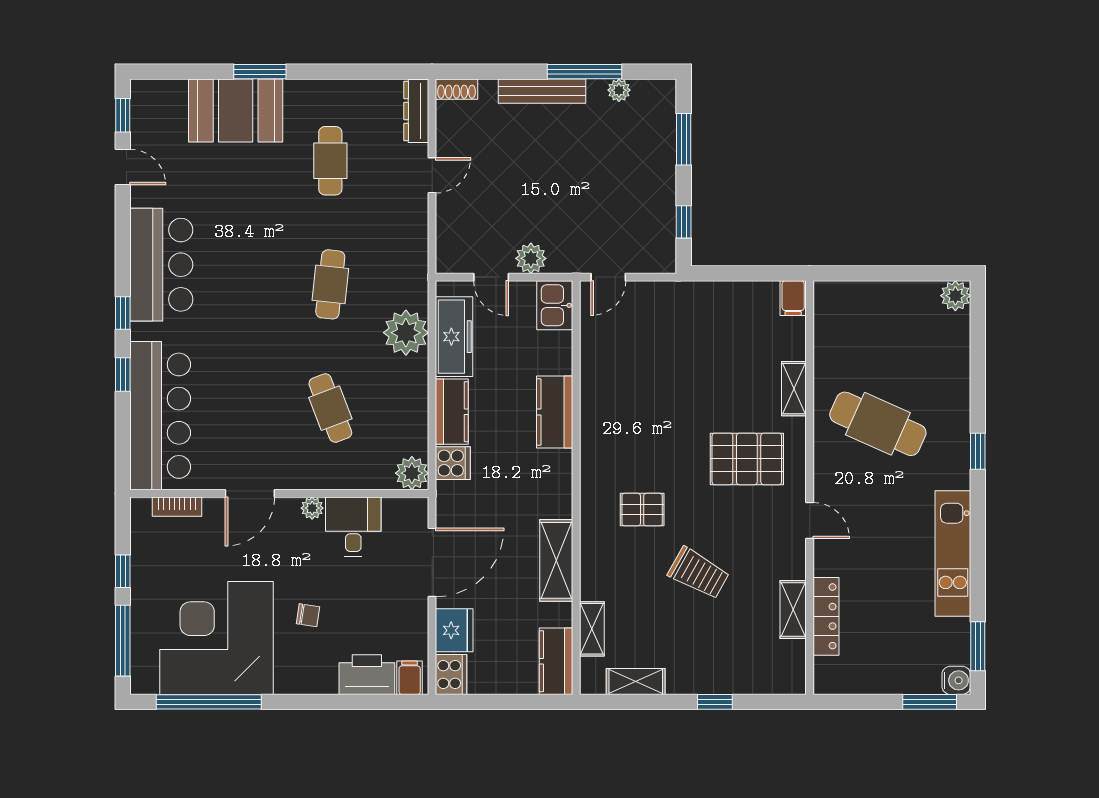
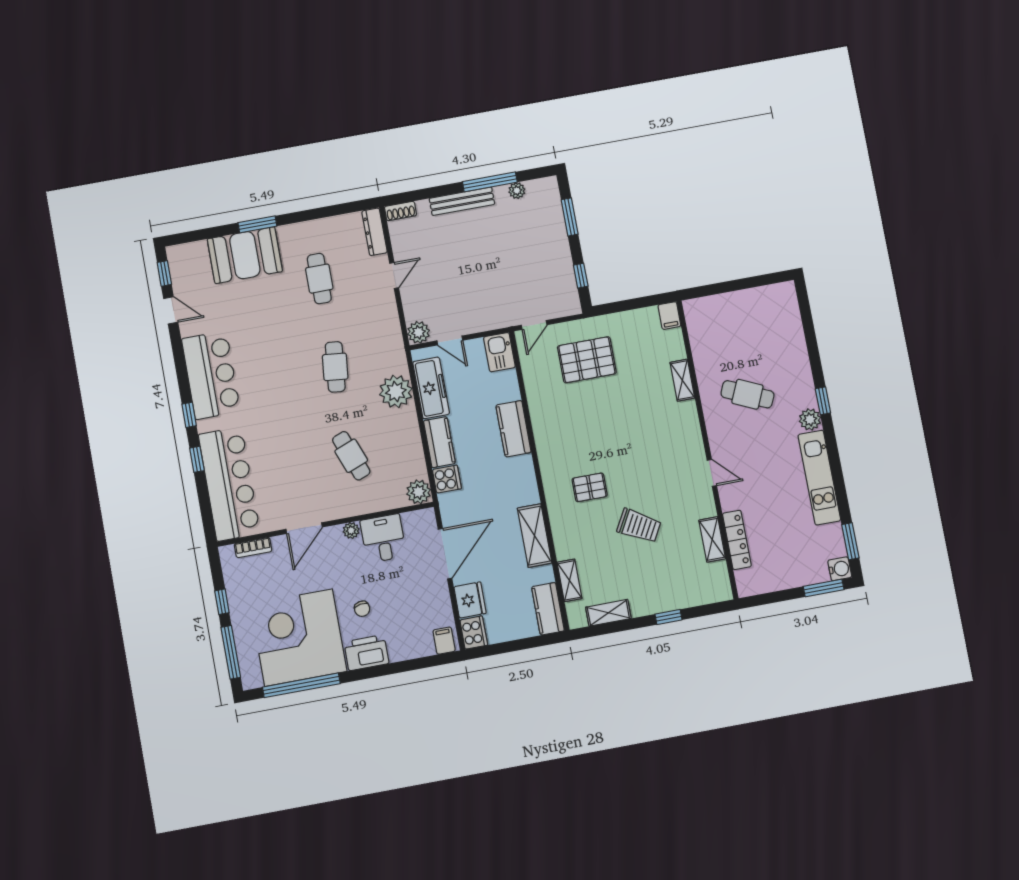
plant: (531, 258) -> (419, 332), moved
plant: (955, 296) -> (810, 419), moved
cafe table: (878, 424) -> (747, 394), width x0.73, depth x0.74
pallet: (747, 459) -> (587, 360), moved
chair: (308, 615) -> (362, 609), turned 72
printer: (367, 675) -> (366, 653), moved

